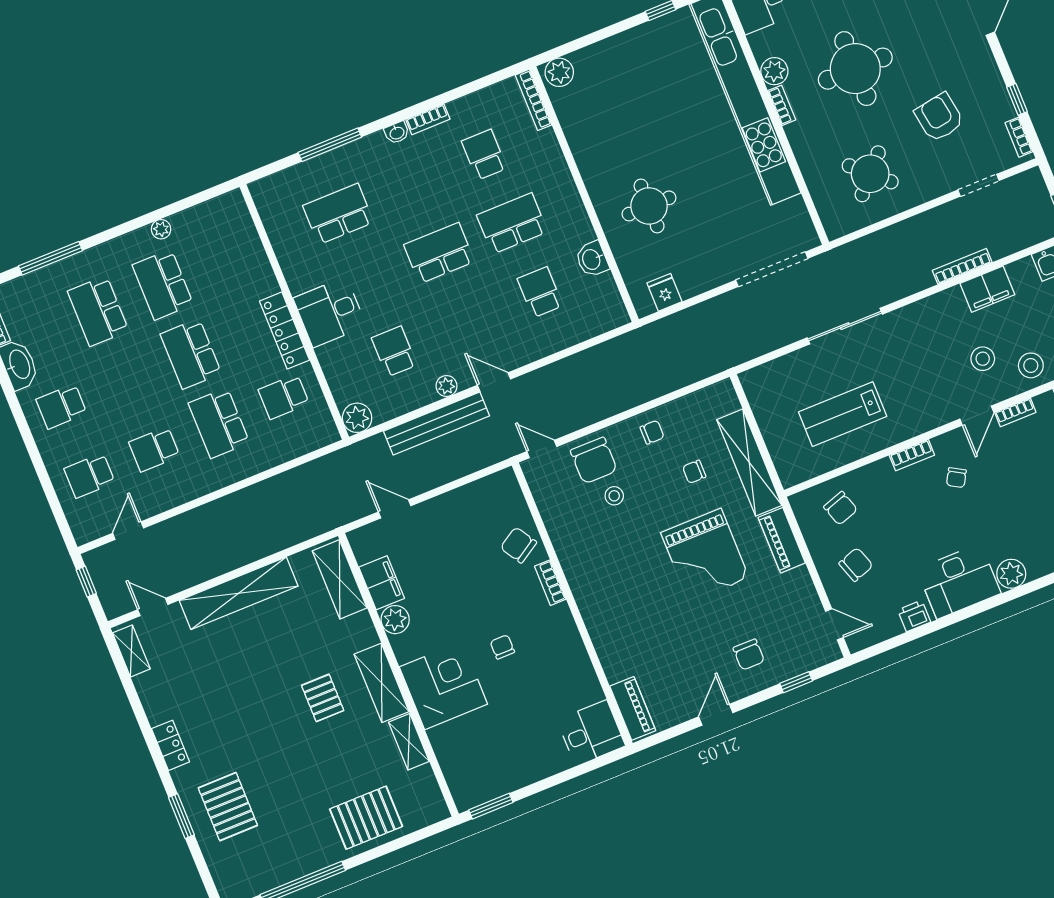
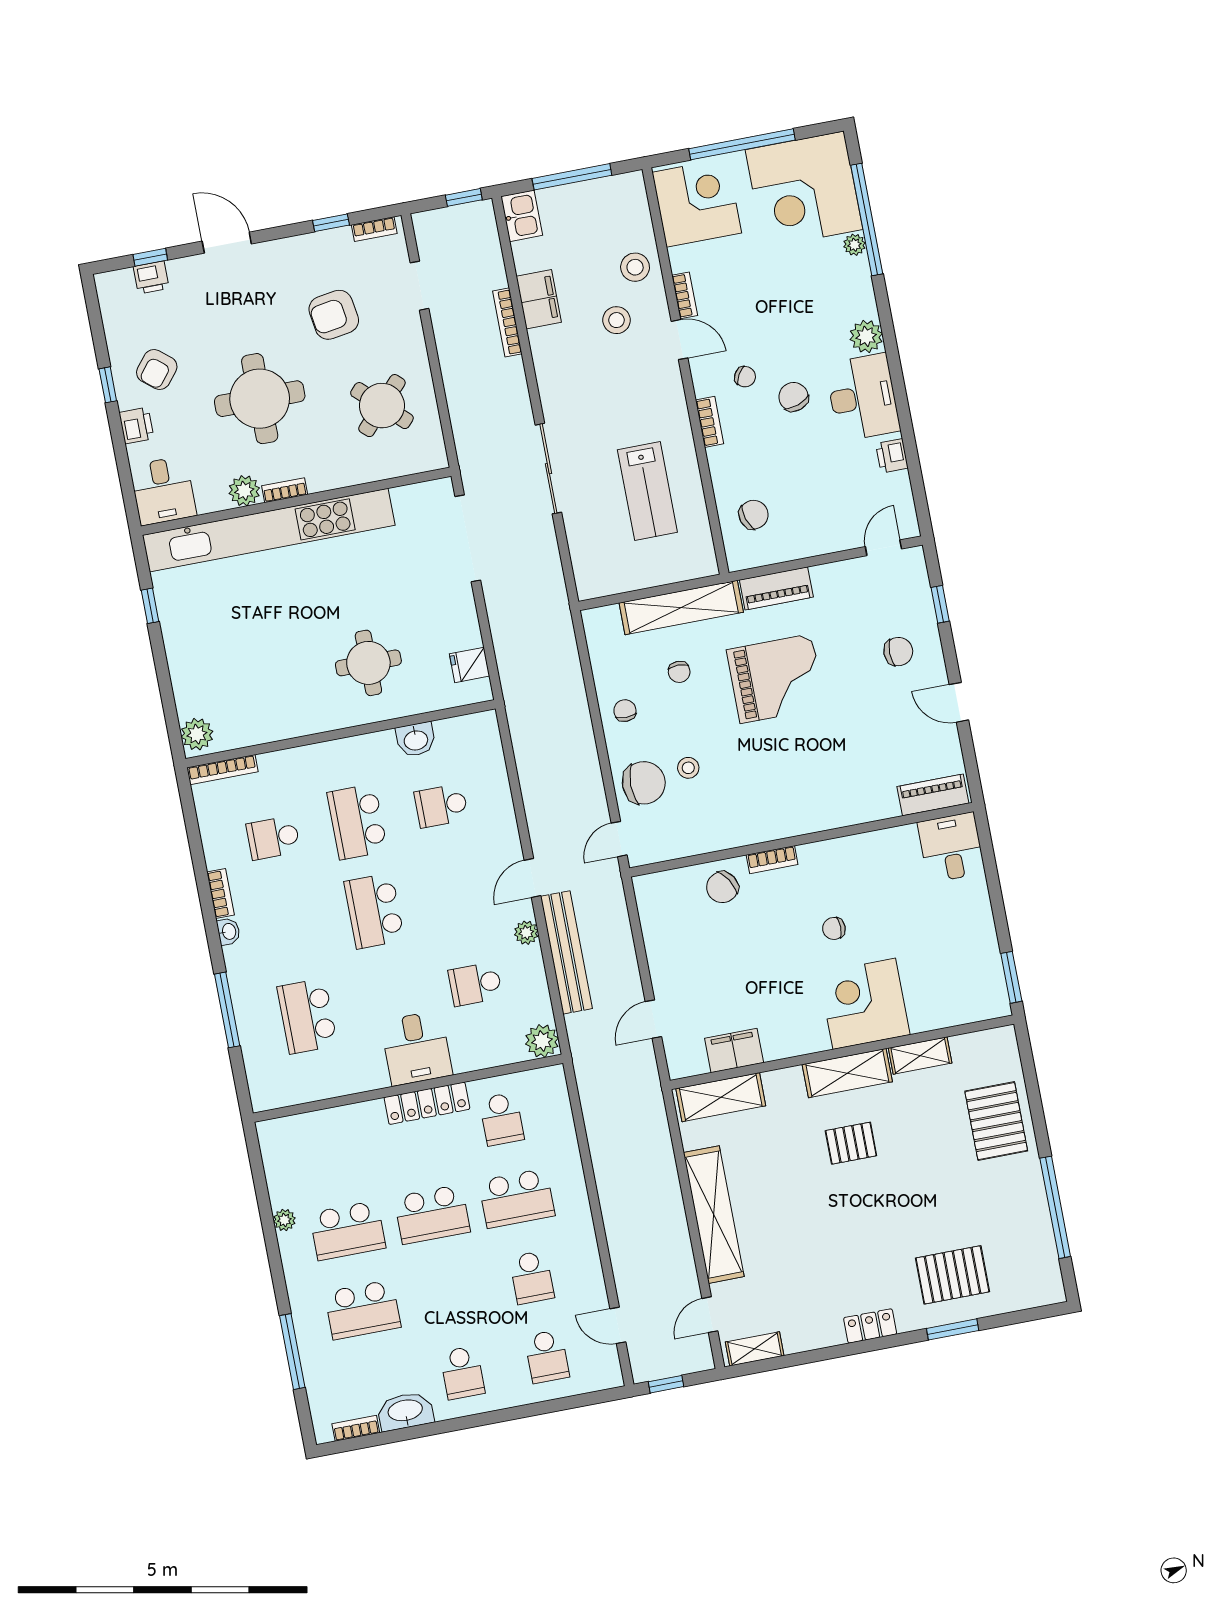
chair: (856, 565) -> (793, 397), moved
plant: (395, 620) -> (779, 1043), removed

